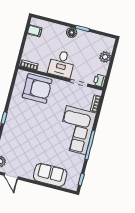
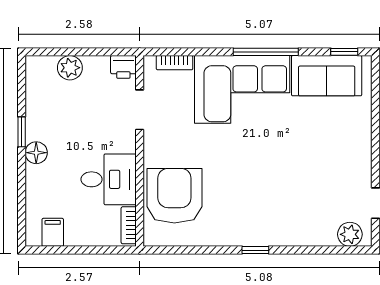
desk: (62, 64) -> (109, 179), moved
sofa: (50, 175) -> (327, 76), moved, turned -90

